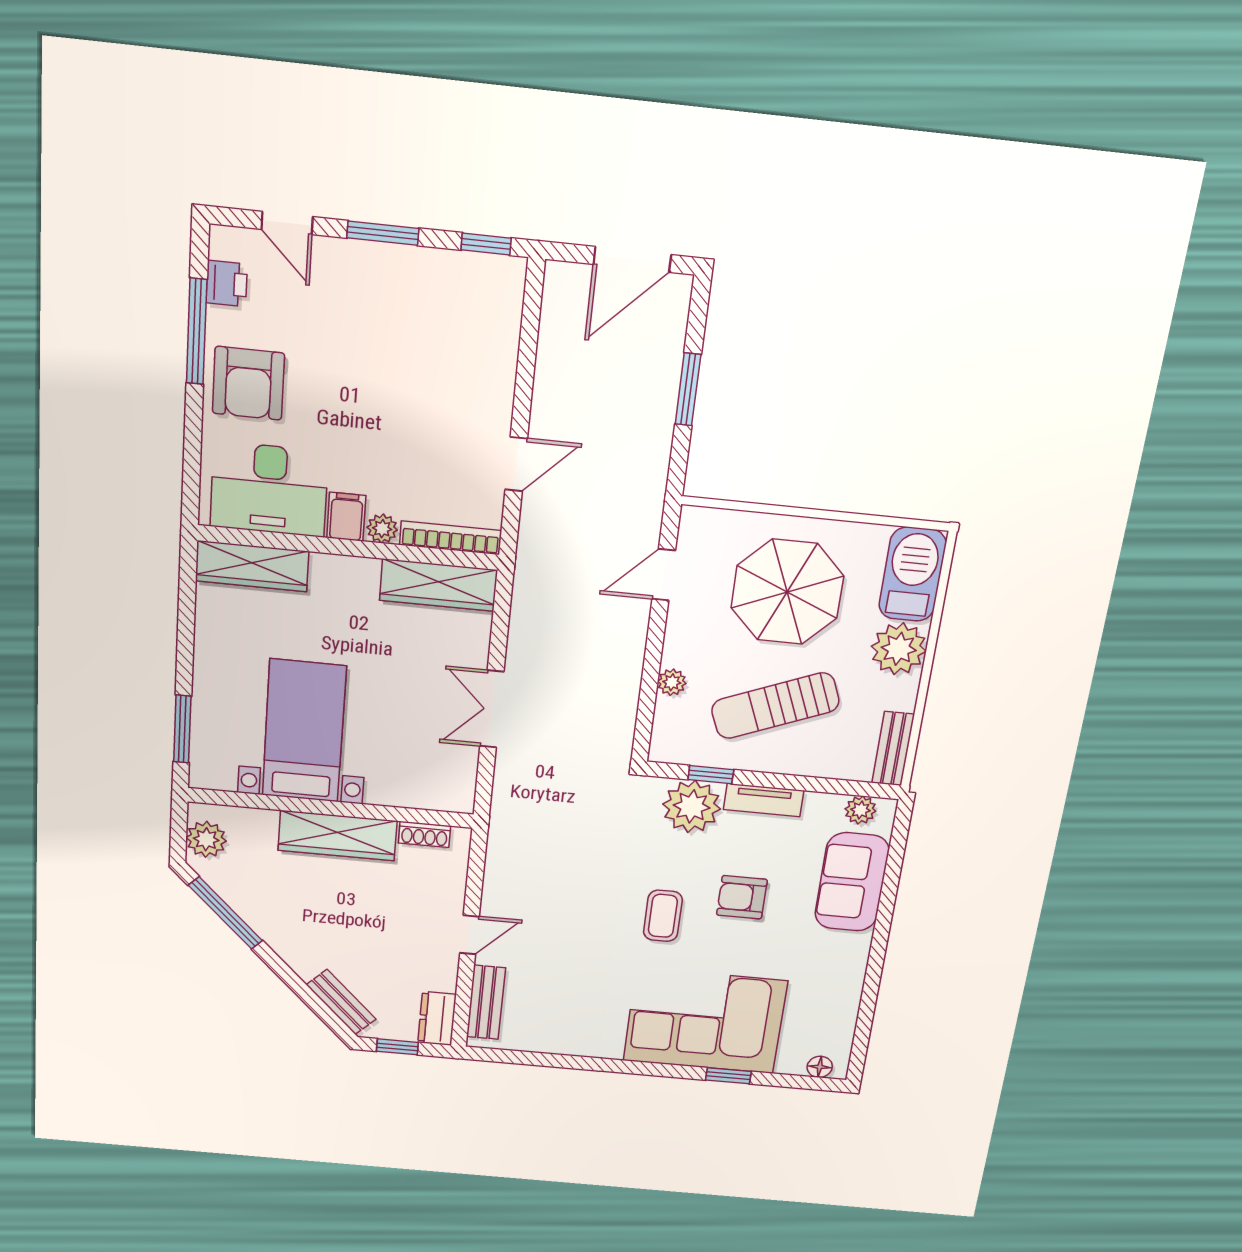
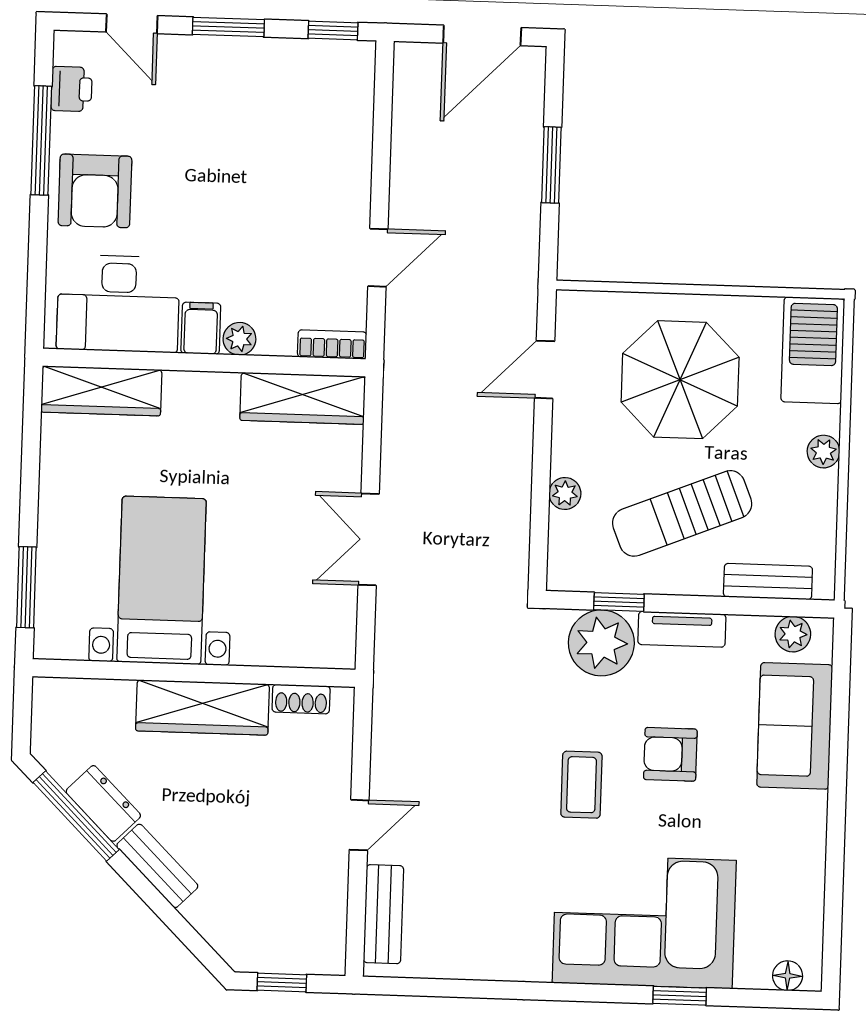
bookcase: (451, 538) -> (332, 345), width x0.64
plant: (899, 649) -> (824, 452), width x0.53, depth x0.53
bench: (893, 749) -> (768, 582), moved, turned 90
plant: (206, 839) -> (53, 722), removed
bench: (341, 1002) -> (157, 866), moved
dresser: (437, 1018) -> (103, 803), moved, turned 135

